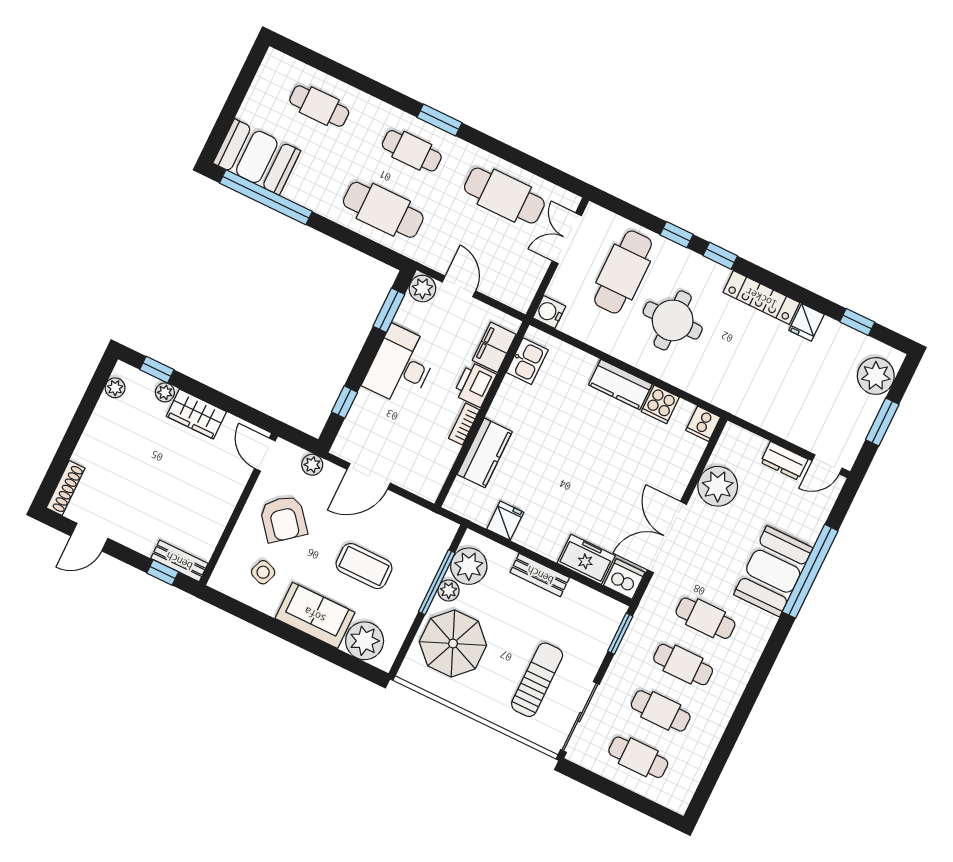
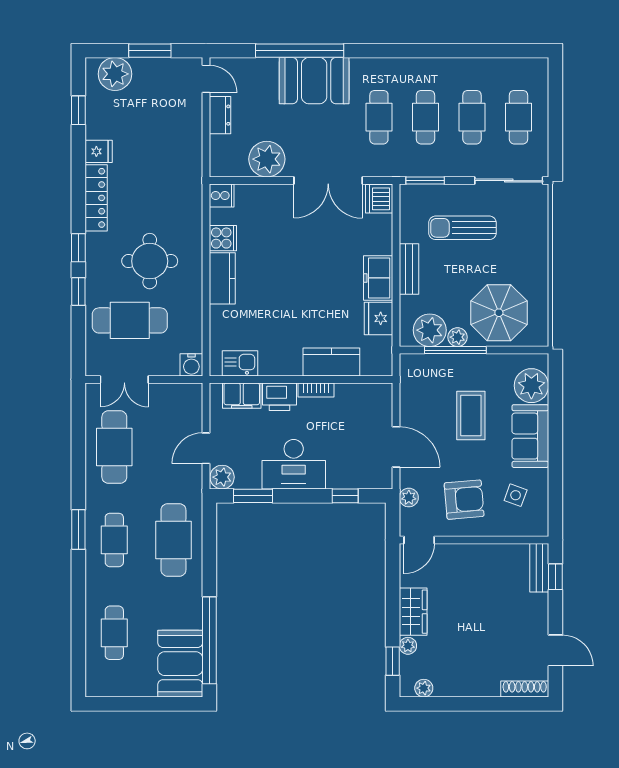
armchair: (283, 519) -> (464, 500), turned 34
fridge: (505, 521) -> (378, 318), width x1.38
freezer: (586, 559) -> (378, 278), moved
sun lounger: (537, 680) -> (463, 228), moved

